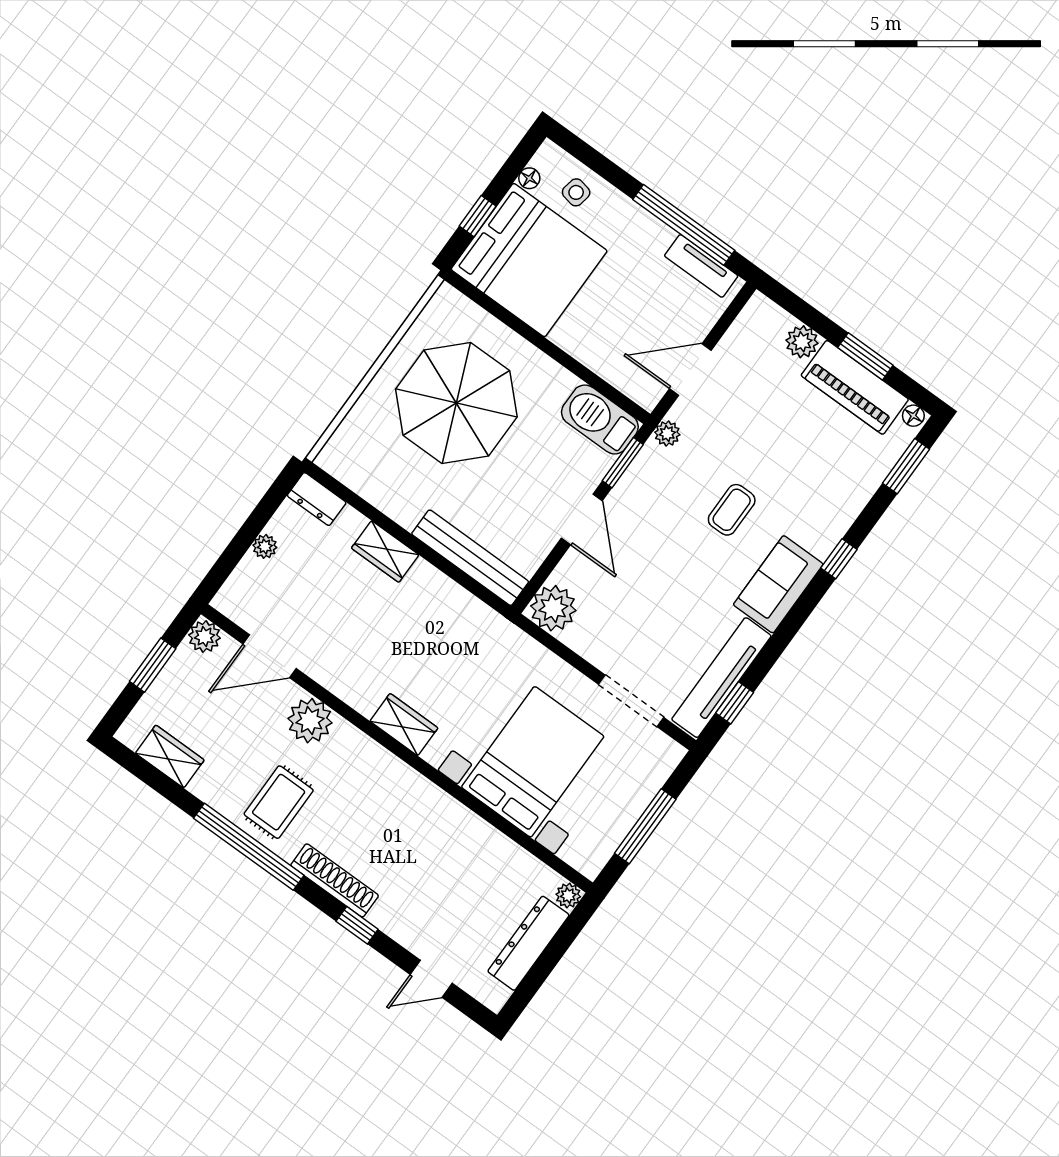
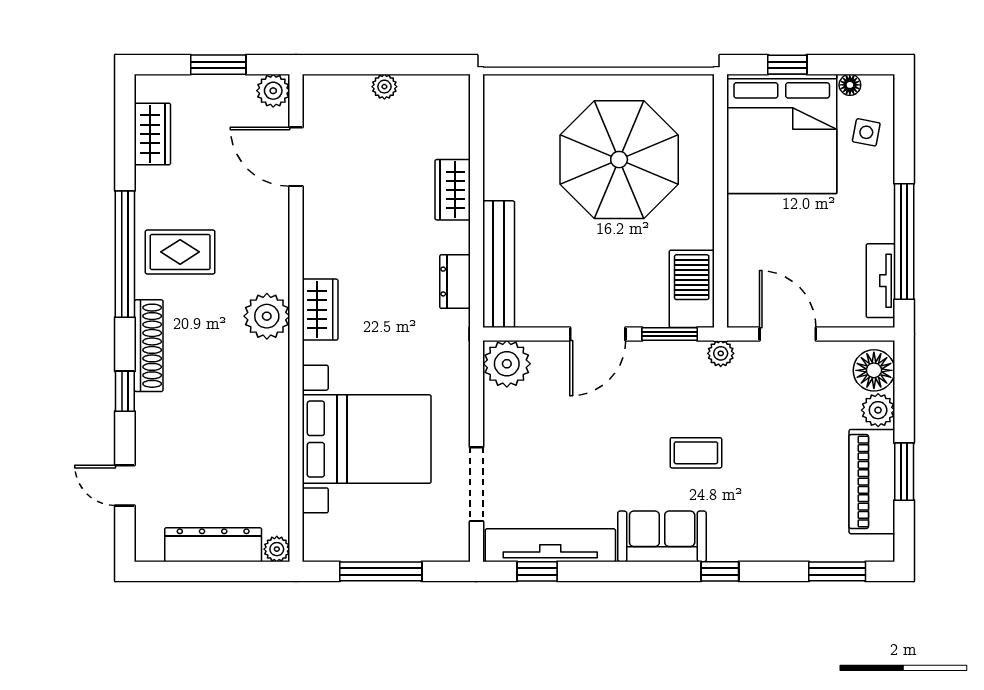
floor lamp: (913, 416) -> (874, 370), moved, width x1.89, depth x1.89
dresser: (317, 499) -> (455, 282), moved
plant: (310, 721) -> (267, 316), moved

